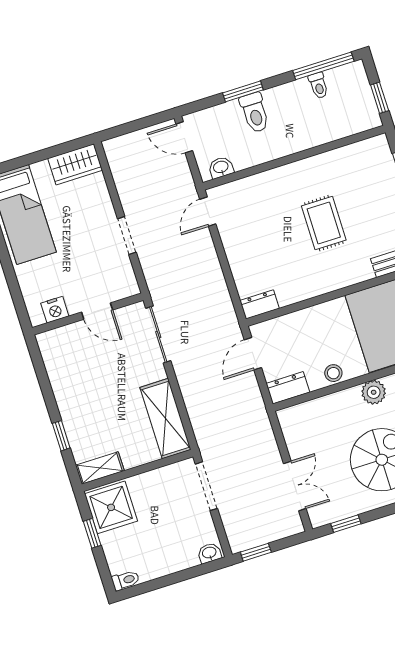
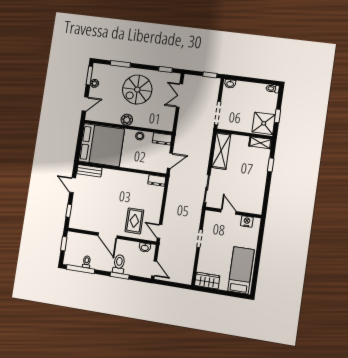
door: (303, 155) -> (108, 236), added
door: (208, 212) -> (160, 231), swing flipped
rug: (324, 223) -> (134, 221), moved

